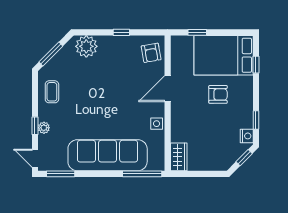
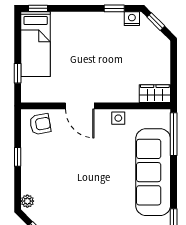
plant: (86, 46) -> (27, 201), width x0.53, depth x0.53
bed: (224, 55) -> (36, 44), width x0.67
window: (256, 65) -> (38, 8), moved
armchair: (218, 94) -> (86, 50), removed

